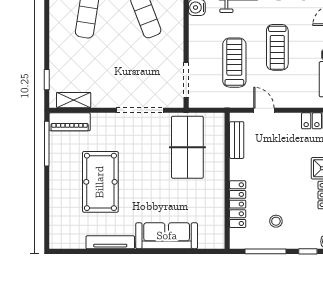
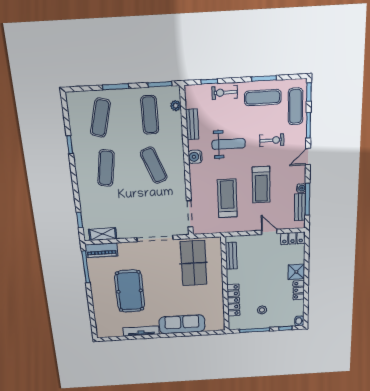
door: (264, 110) -> (269, 232), moved

